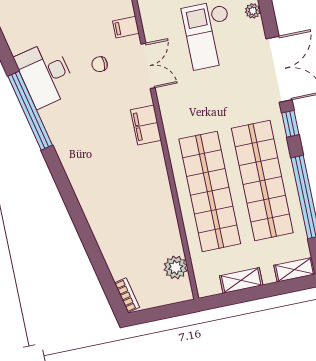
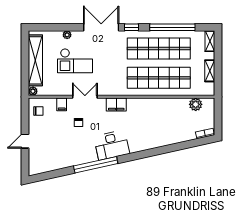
desk: (46, 74) -> (112, 145), moved

